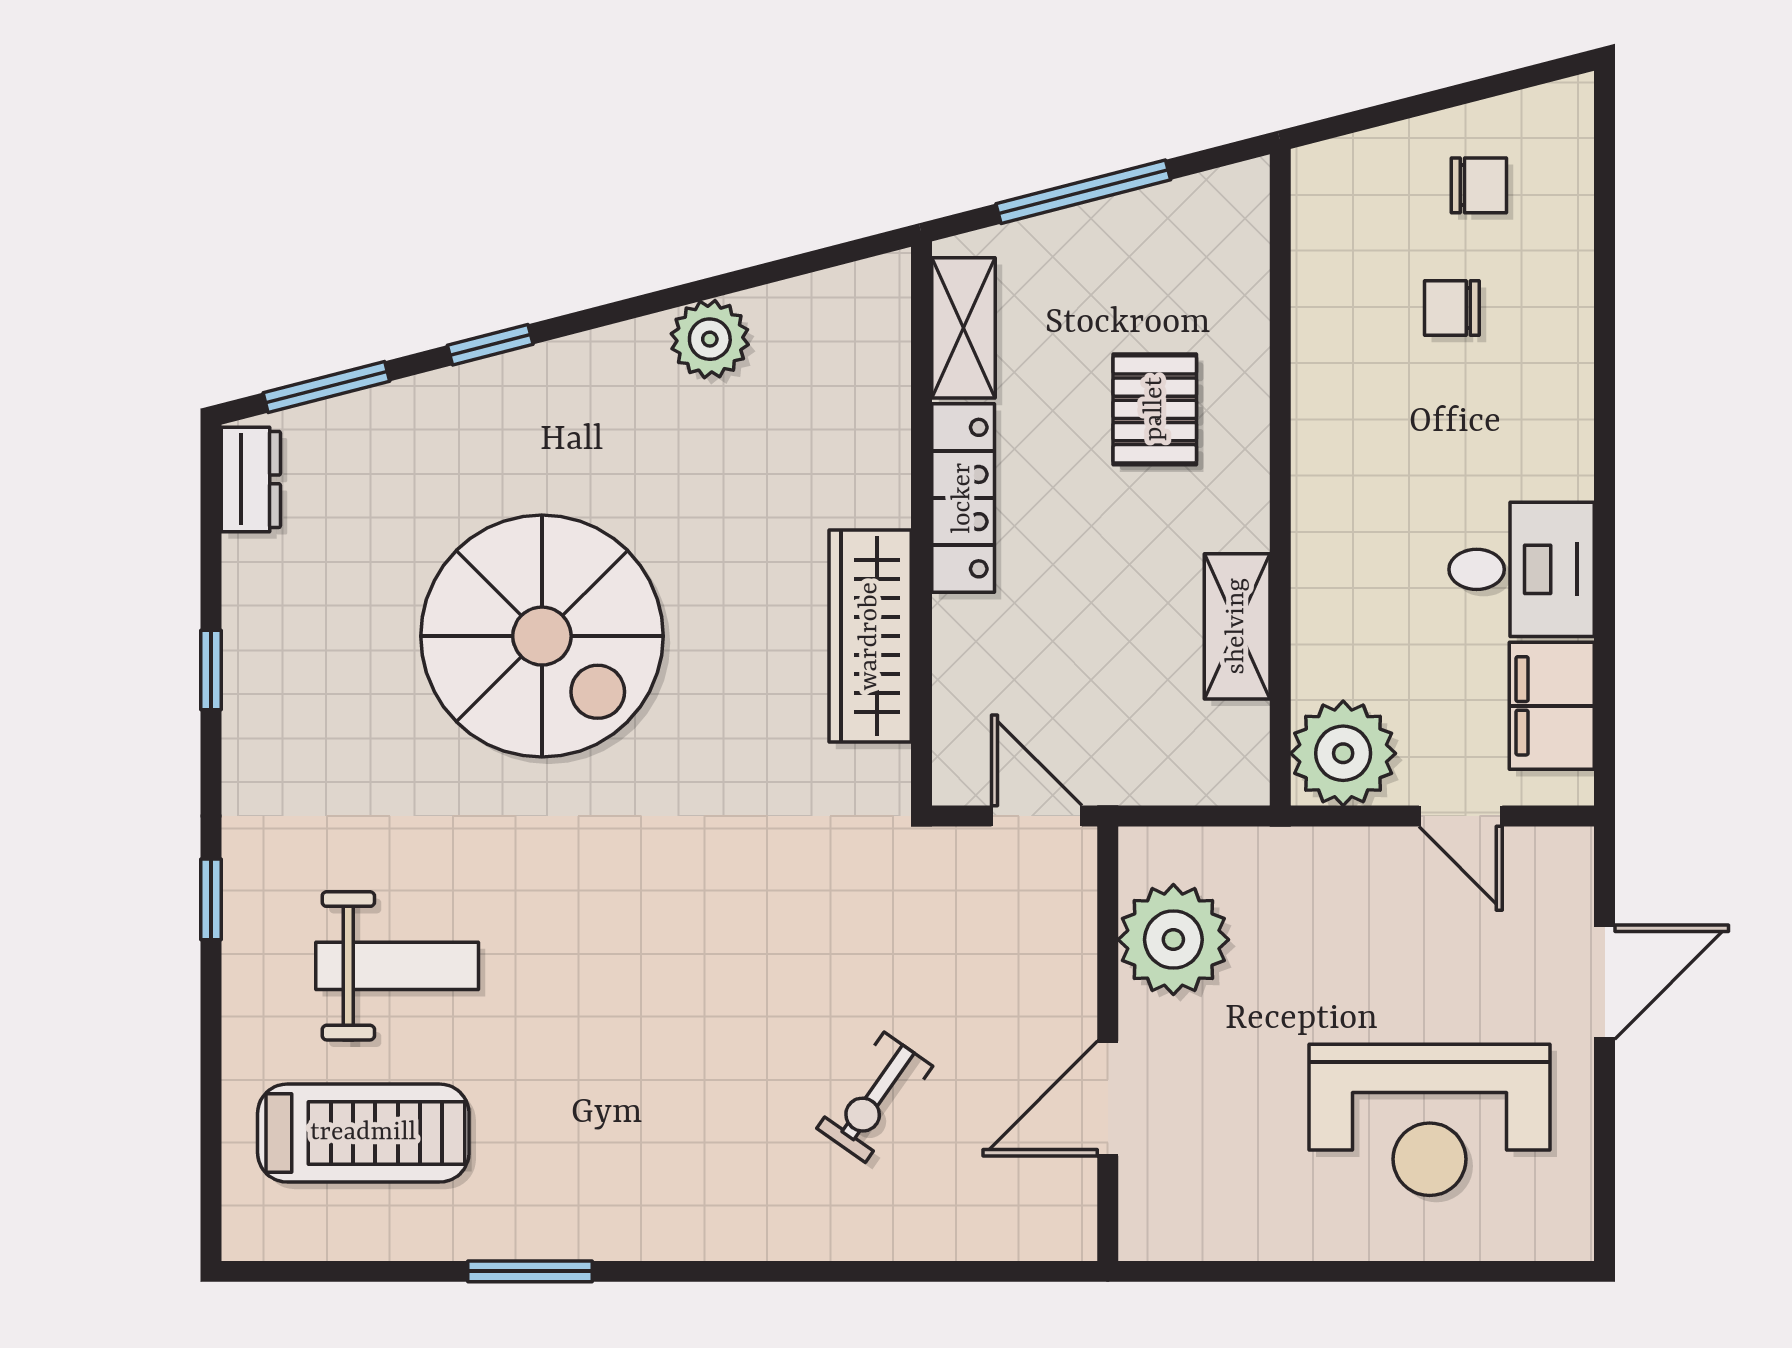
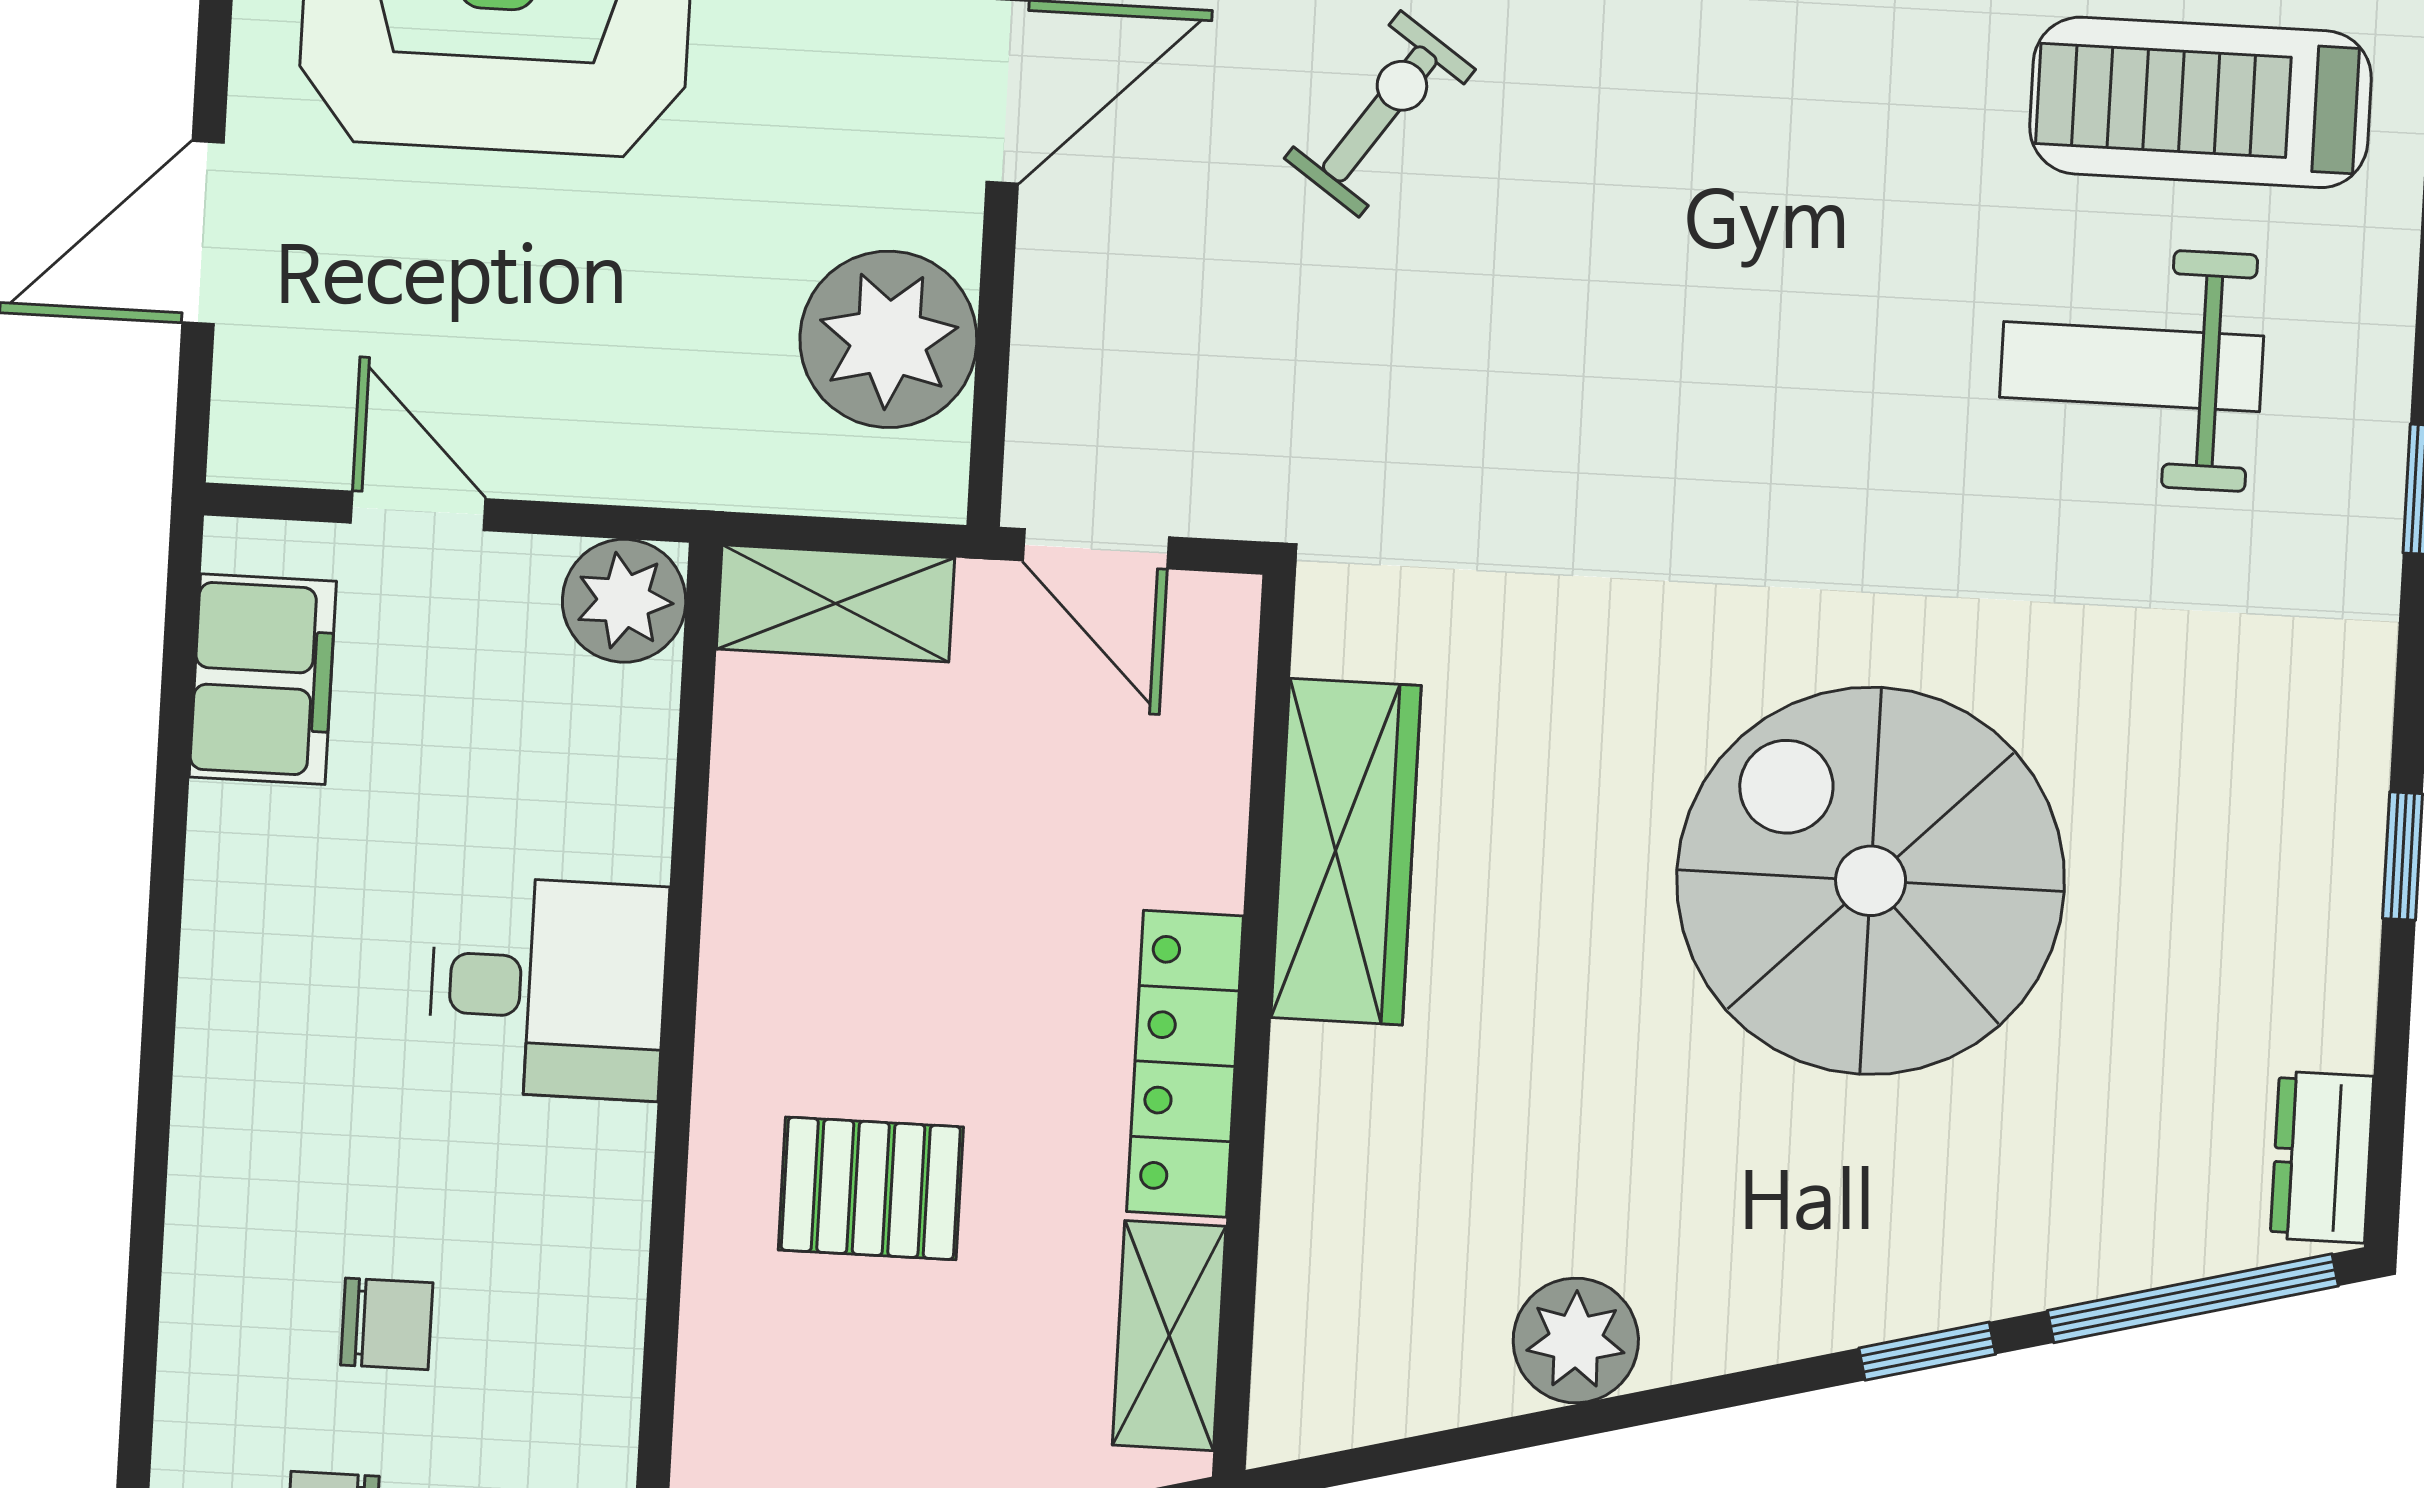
window: (326, 387) -> (2193, 1298), width x1.44
pallet: (1155, 409) -> (871, 1188), turned 90
desk: (1522, 569) -> (548, 988), moved, turned 180
shelving: (1237, 626) -> (835, 603), moved, turned 90
plant: (1343, 753) -> (624, 601), width x0.73, depth x0.73

